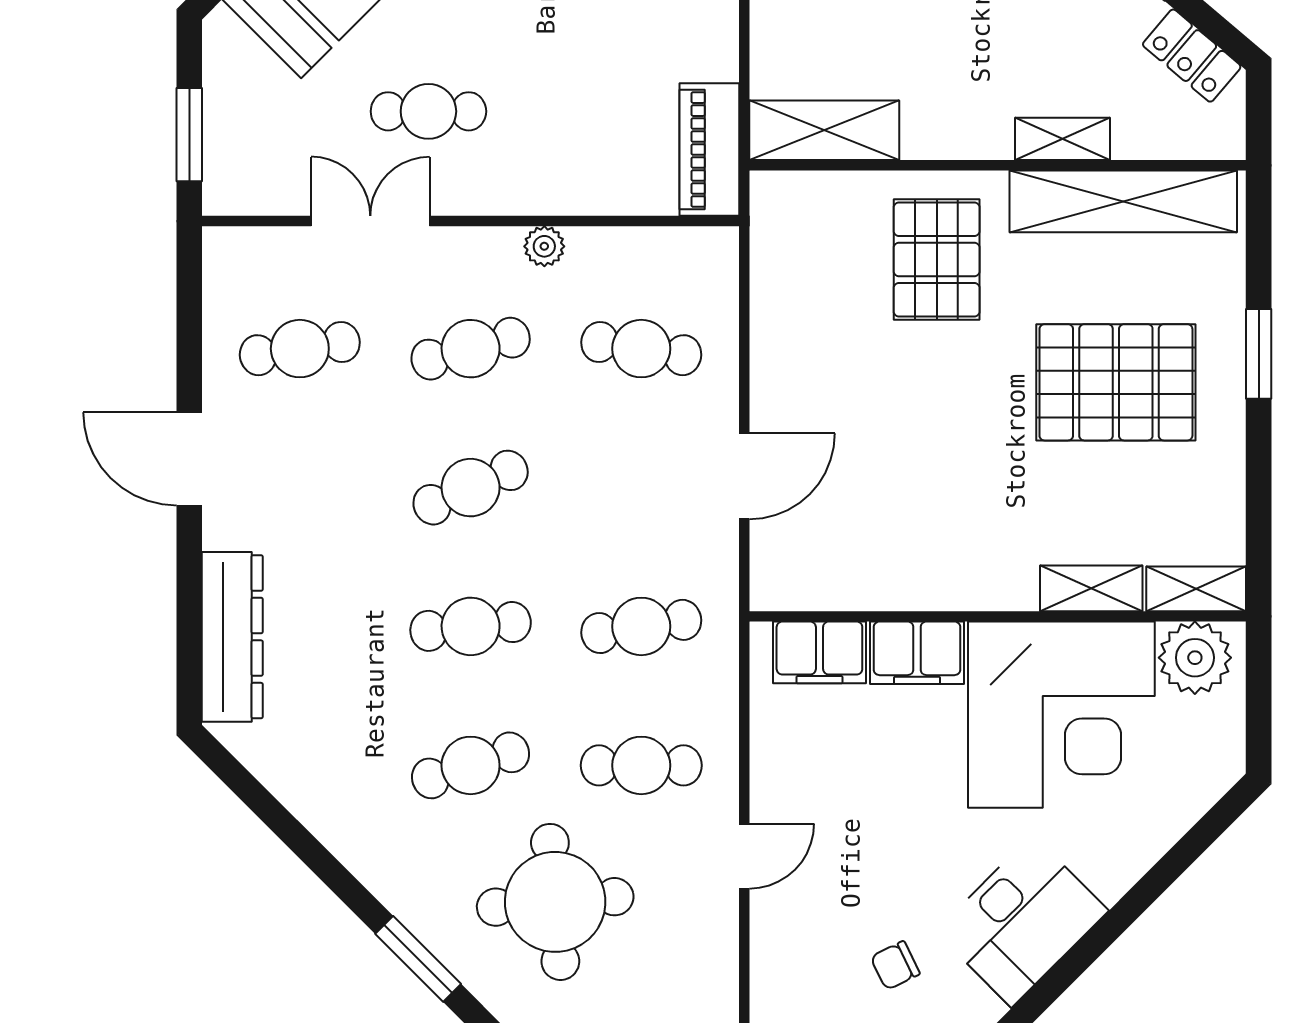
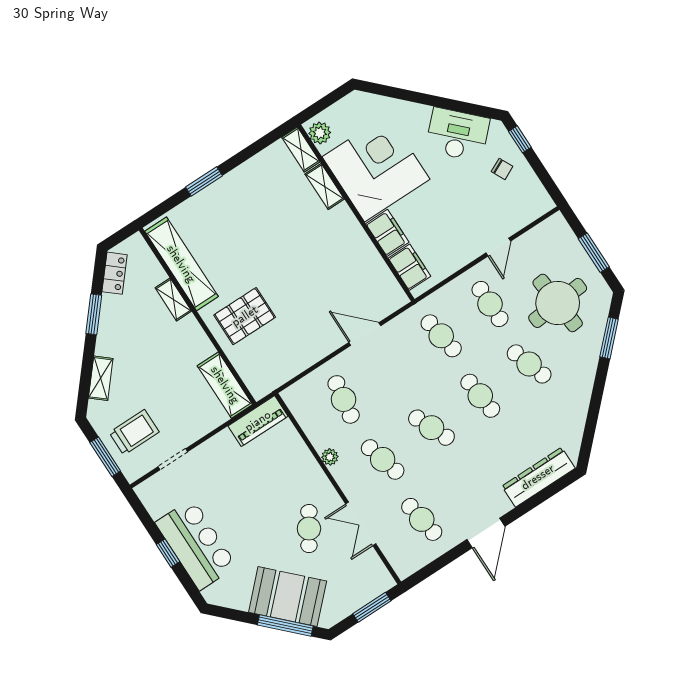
cafe table: (428, 111) -> (309, 529), turned 33
pallet: (1116, 382) -> (247, 225), removed
plant: (1195, 658) -> (320, 133), width x0.73, depth x0.73
door: (744, 856) -> (498, 247), swing flipped

